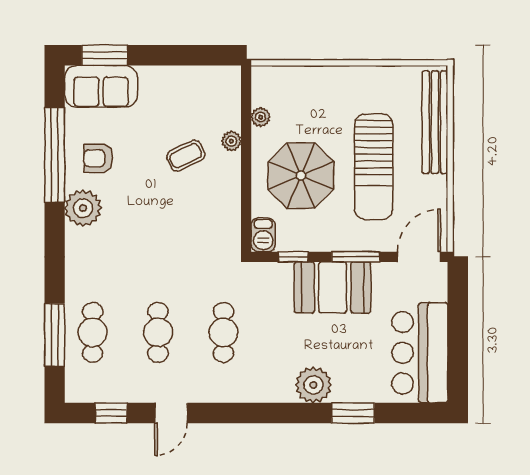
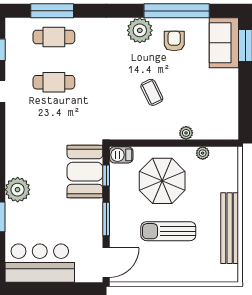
bench: (435, 122) -> (230, 228), moved, turned 90
coffee table: (186, 156) -> (152, 92), moved
sun lounger: (374, 167) -> (168, 231), width x0.73, depth x0.75
door: (419, 257) -> (106, 263), hinge flipped
booth: (333, 287) -> (85, 172), moved
cafe table: (223, 332) -> (54, 127), removed

